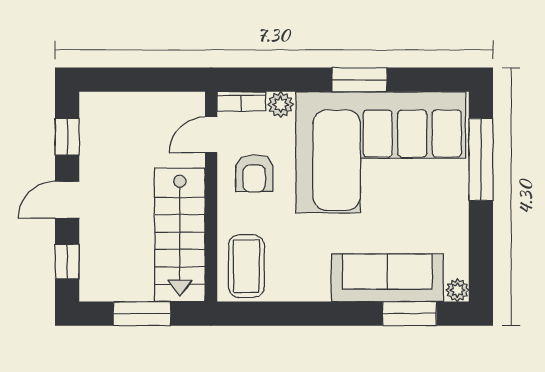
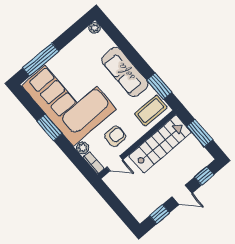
sofa: (387, 278) -> (125, 72), moved
window: (410, 314) -> (159, 86), moved

